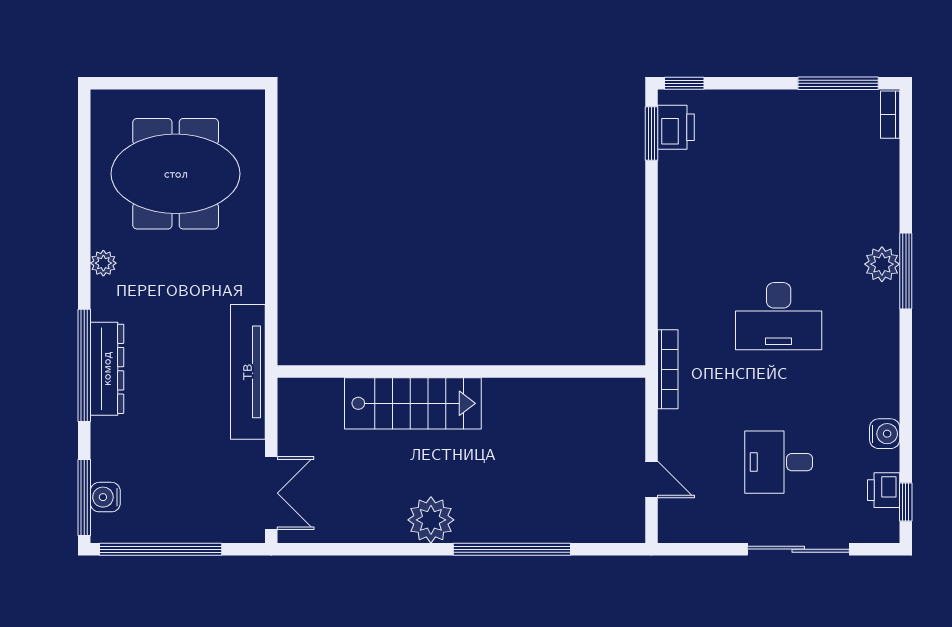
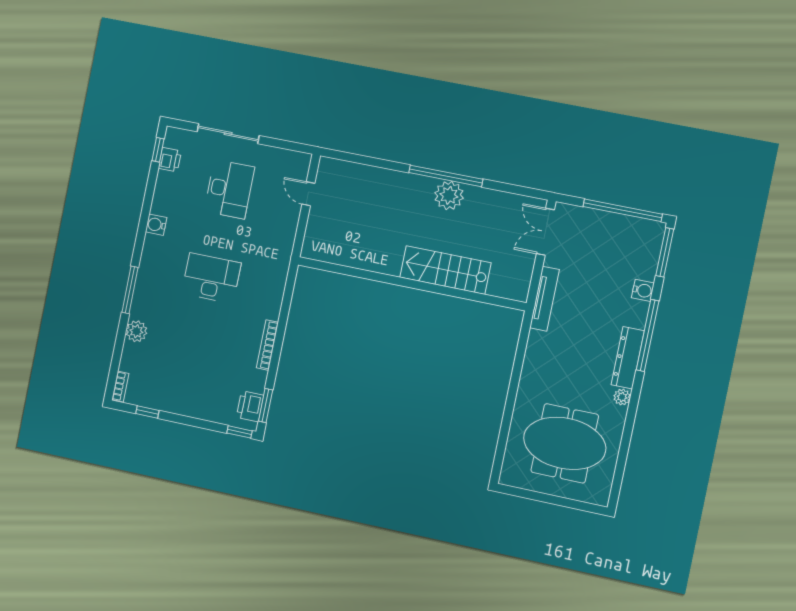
window: (838, 83) -> (147, 412), width x0.46
plant: (882, 264) -> (136, 331), moved
dresser: (107, 369) -> (628, 358), moved
bookcase: (668, 369) -> (267, 345), moved
tv unit: (248, 372) -> (544, 299), width x0.73, depth x0.78
water cooler: (885, 434) -> (156, 225), moved
desk: (779, 462) -> (229, 189), width x1.37
water cooler: (105, 497) -> (643, 290), moved
window: (512, 549) -> (446, 176), moved

